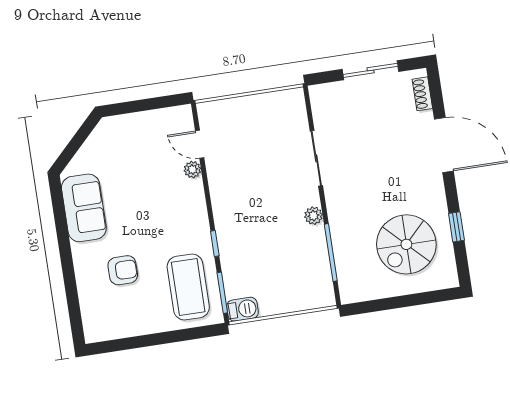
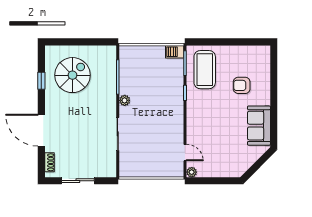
plant: (192, 170) -> (192, 172), moved

